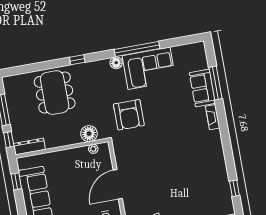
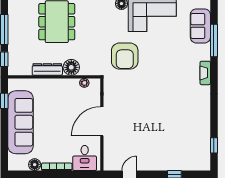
sofa: (202, 88) -> (200, 26), moved
floor lamp: (89, 134) -> (71, 67), moved
dresser: (29, 147) -> (47, 69), moved

